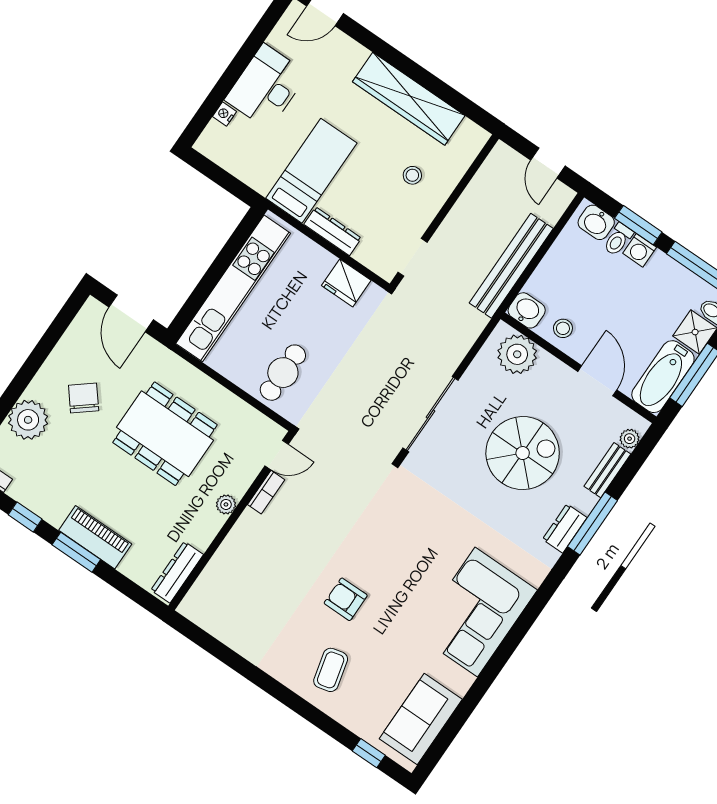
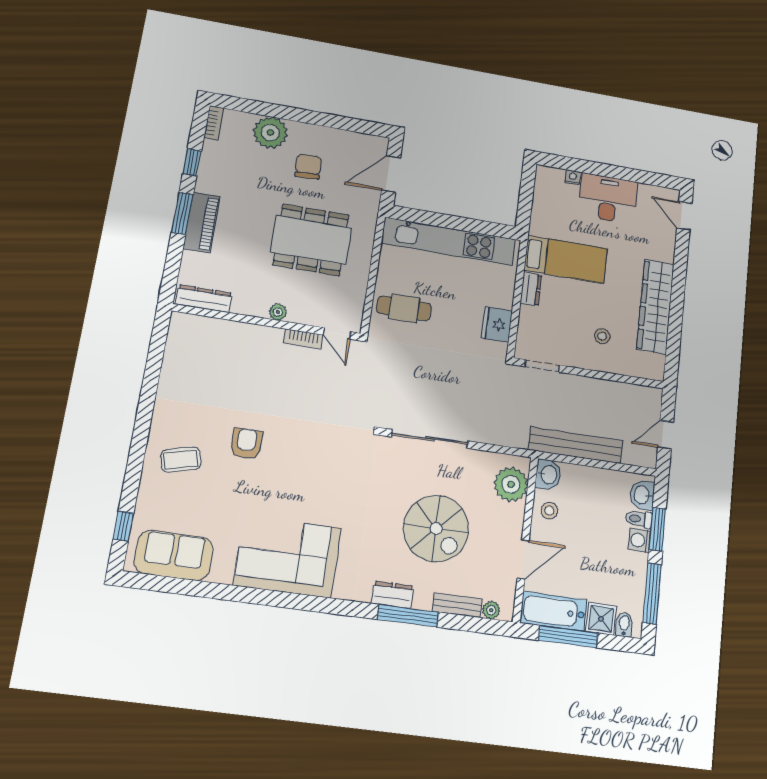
dresser: (333, 231) -> (531, 289), width x0.70
chair: (84, 398) -> (308, 167), turned -53
dining table: (165, 434) -> (311, 240), turned 90

